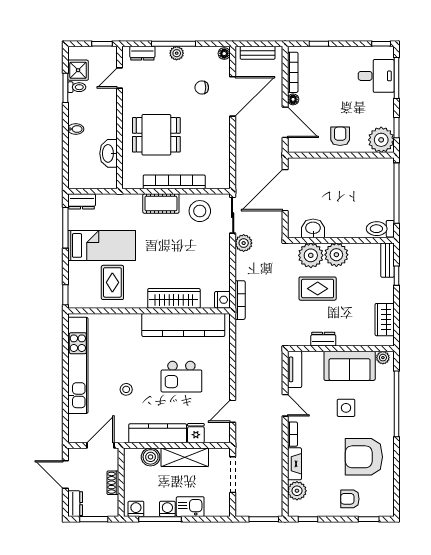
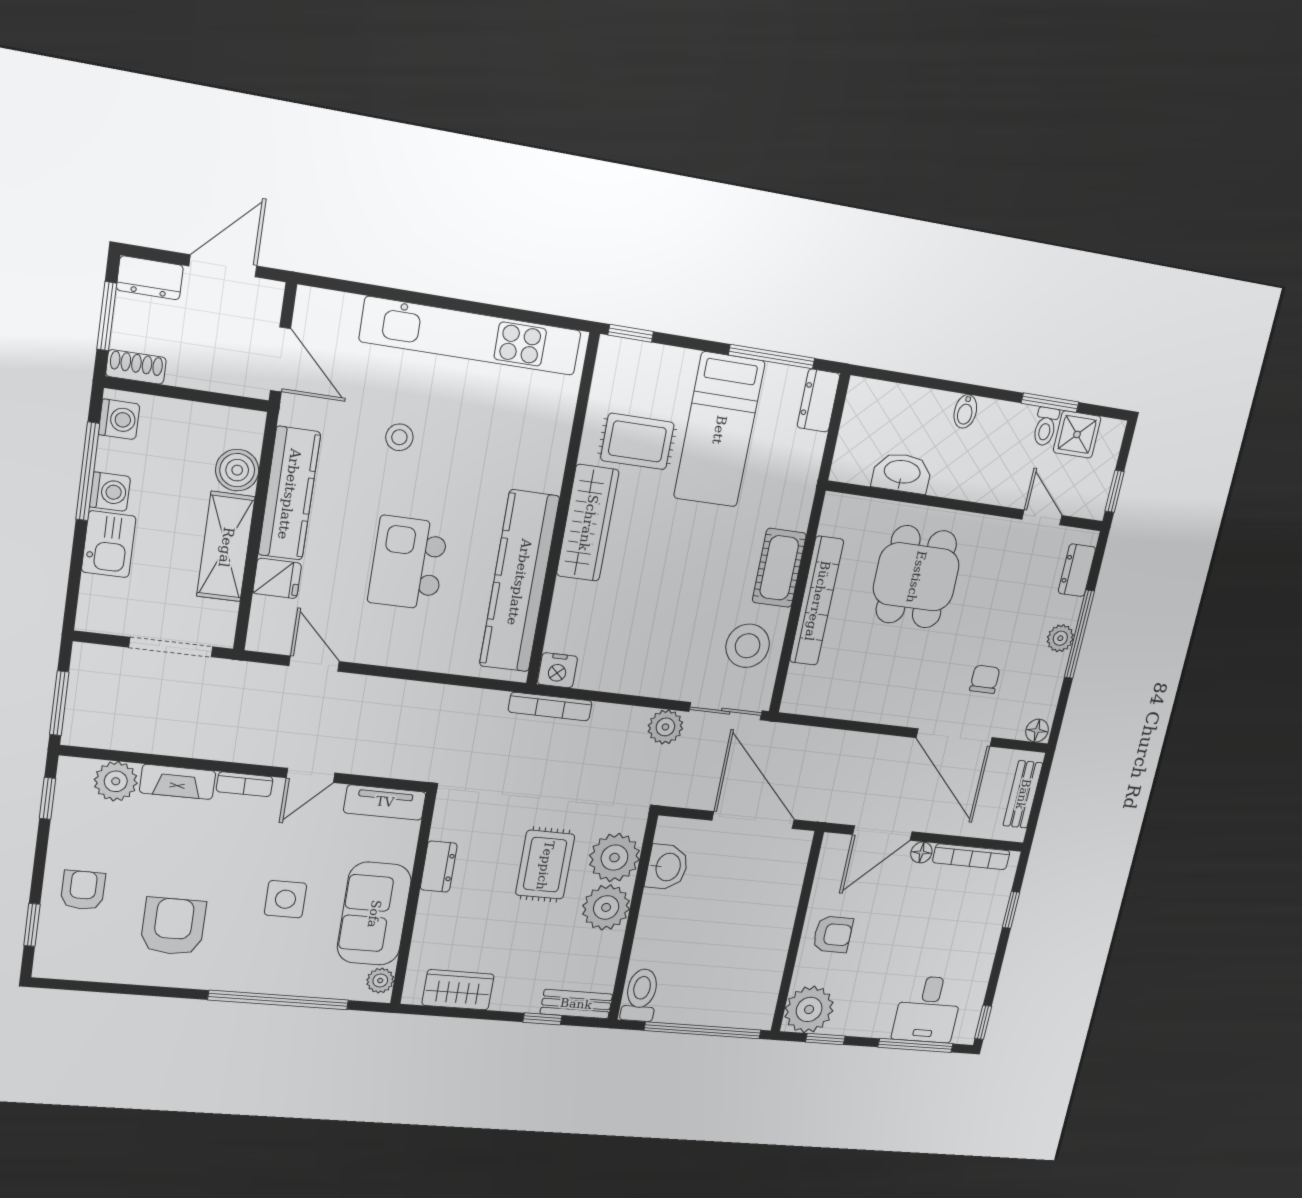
wardrobe: (174, 298) -> (588, 523), moved
armchair: (364, 457) -> (173, 926), width x0.73, depth x0.73
shoe rack: (113, 483) -> (136, 367), moved

